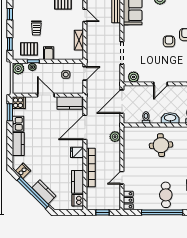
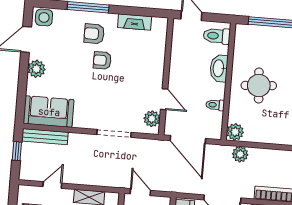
door: (161, 84) -> (164, 99), moved
plant: (129, 132) -> (235, 132), added

